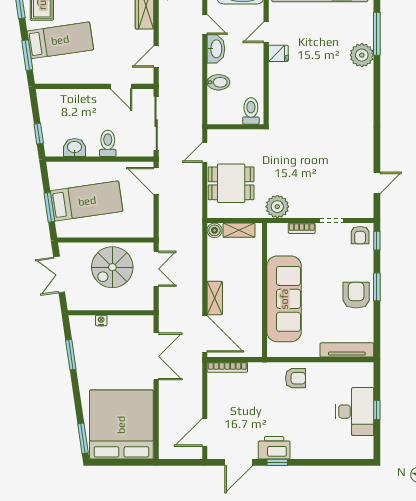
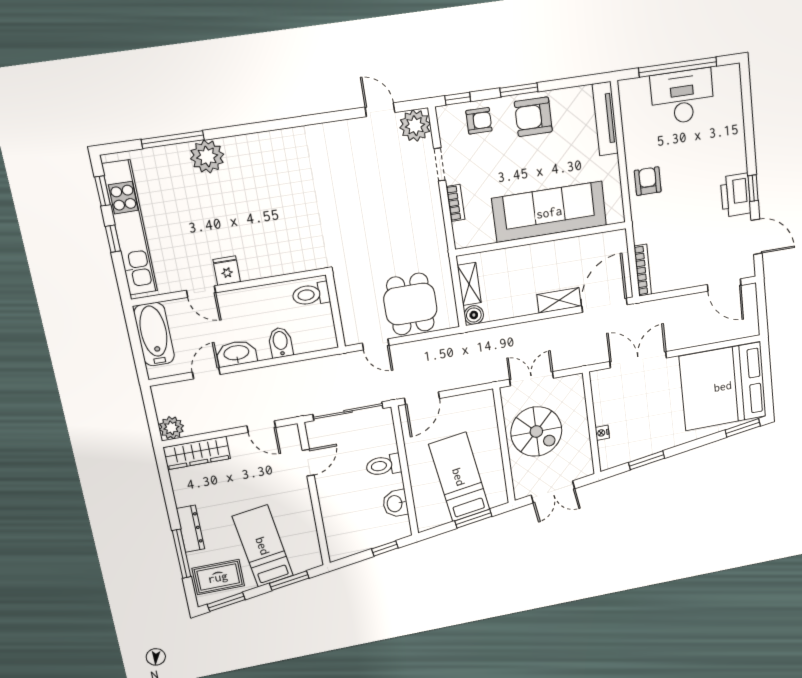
plant: (277, 207) -> (415, 126), moved
armchair: (360, 235) -> (479, 121), moved
window: (377, 410) -> (678, 67), width x3.17

